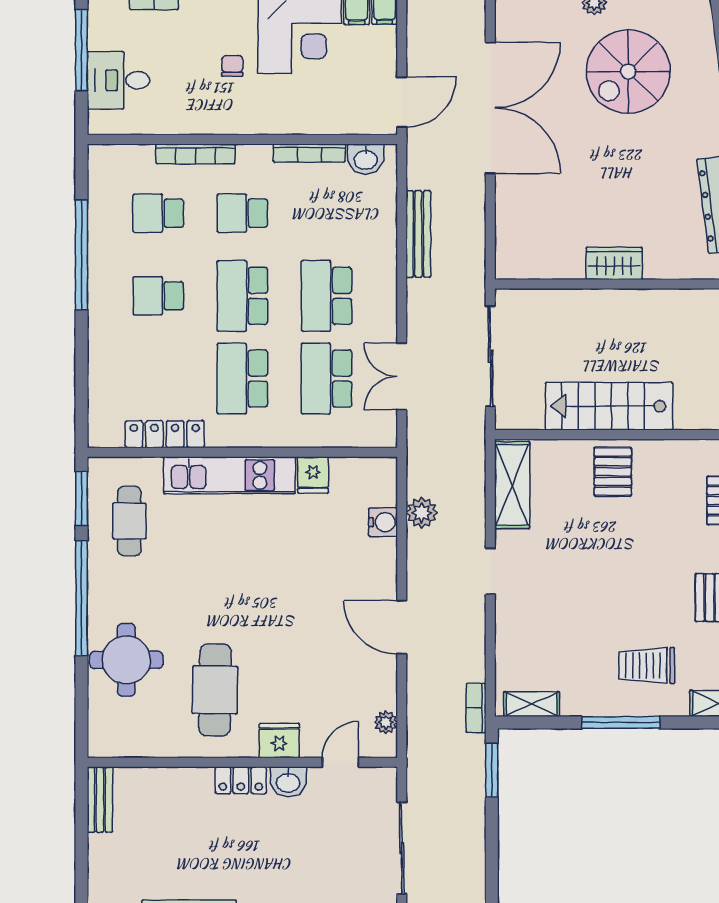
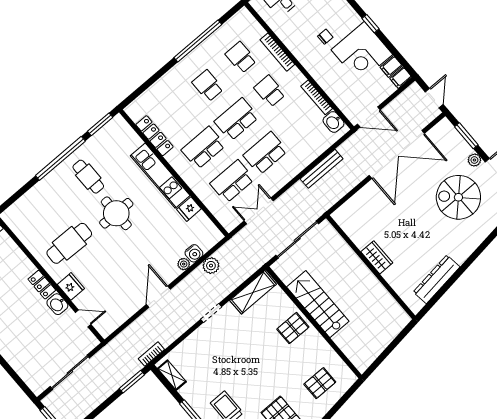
cafe table: (129, 521) -> (88, 177), moved, turned 90
round table: (126, 660) -> (116, 213), moved
plant: (386, 722) -> (184, 264), moved

